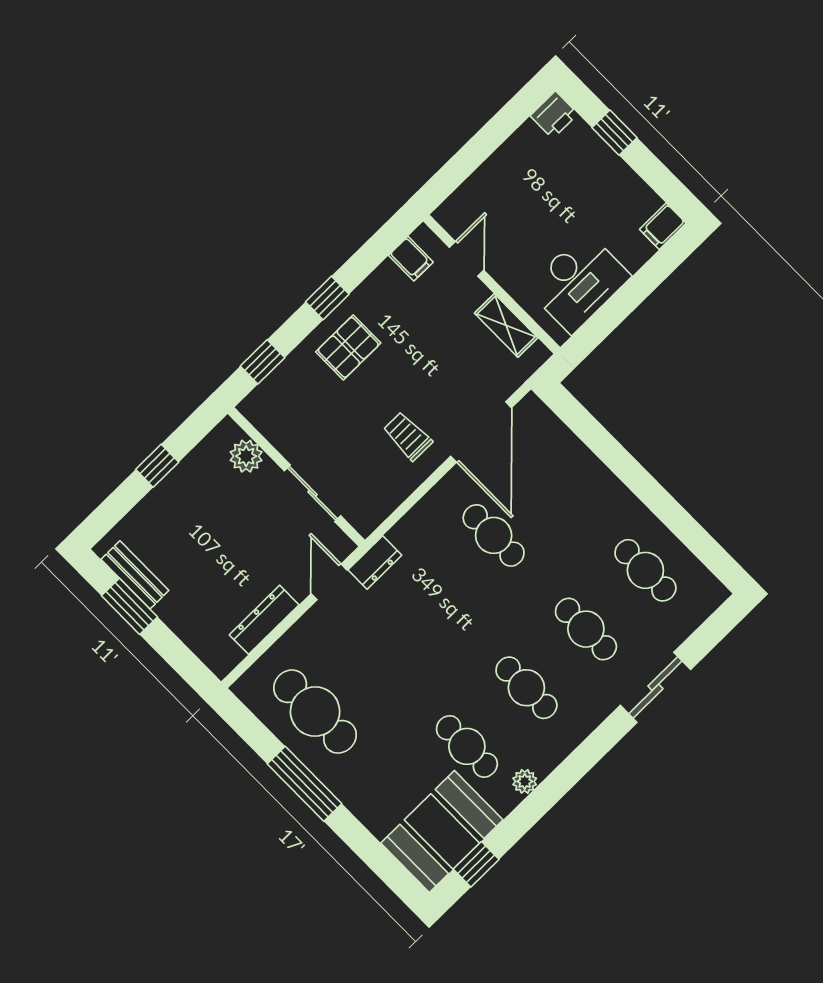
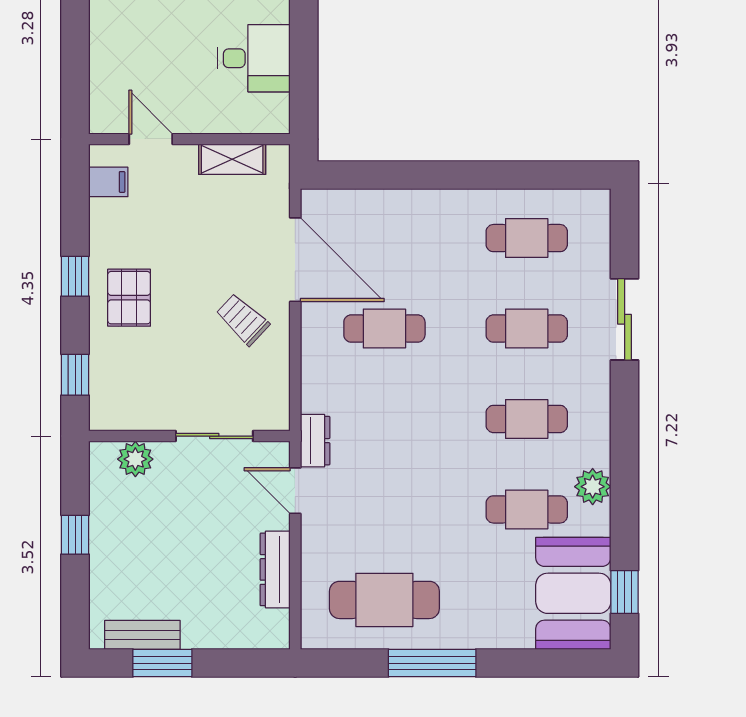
desk: (578, 282) -> (254, 58), width x0.73
trolley: (408, 436) -> (243, 319), turned 43
plant: (525, 781) -> (593, 487), width x1.38, depth x1.38

